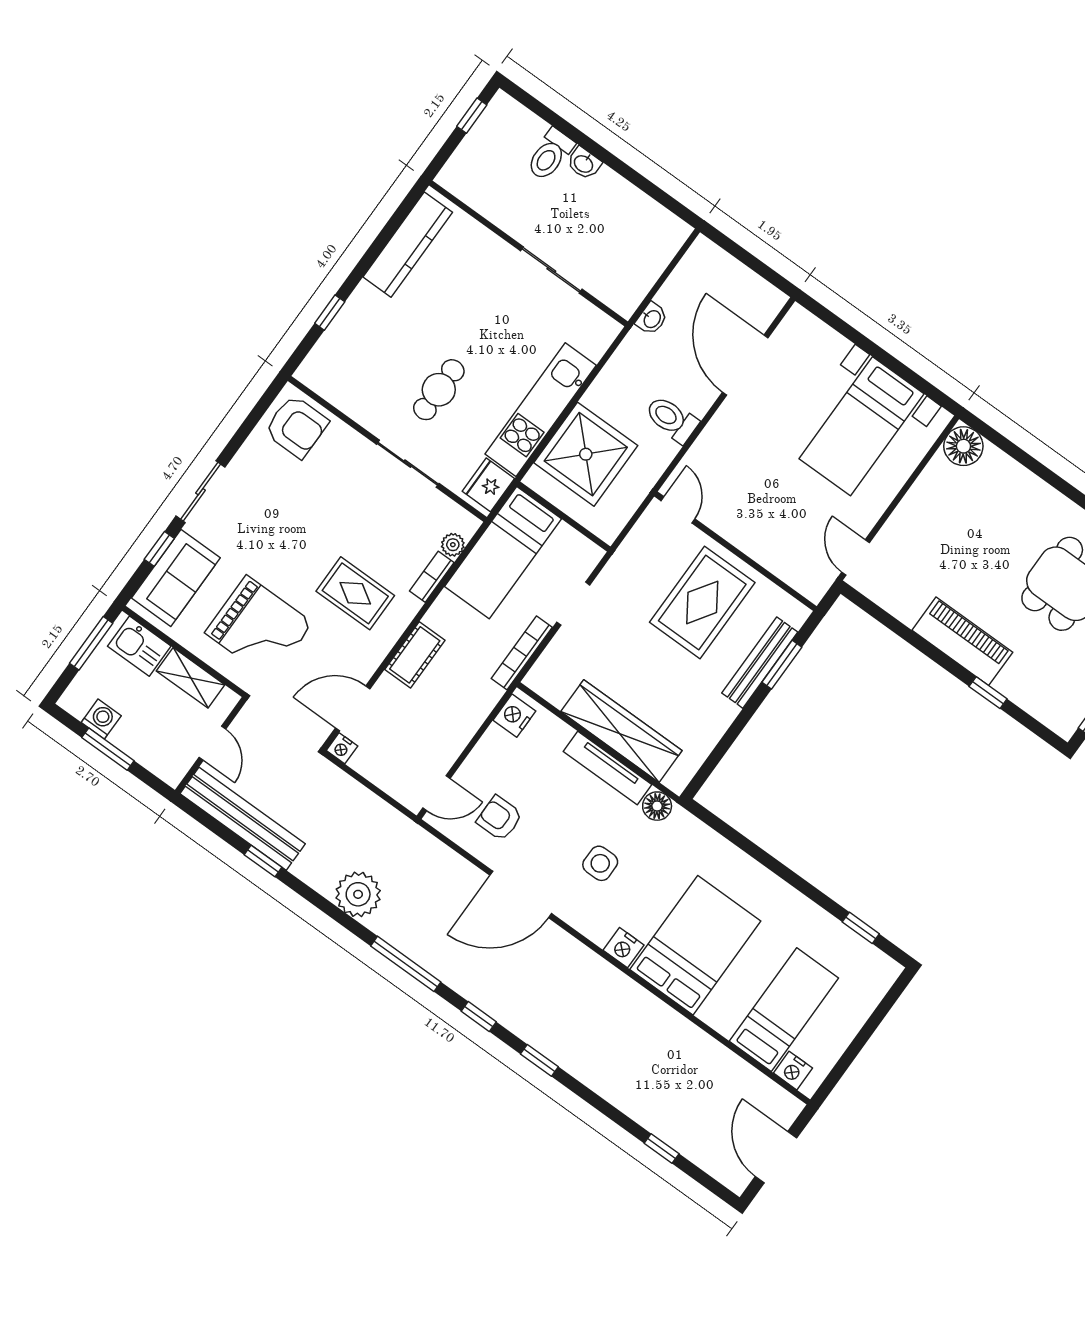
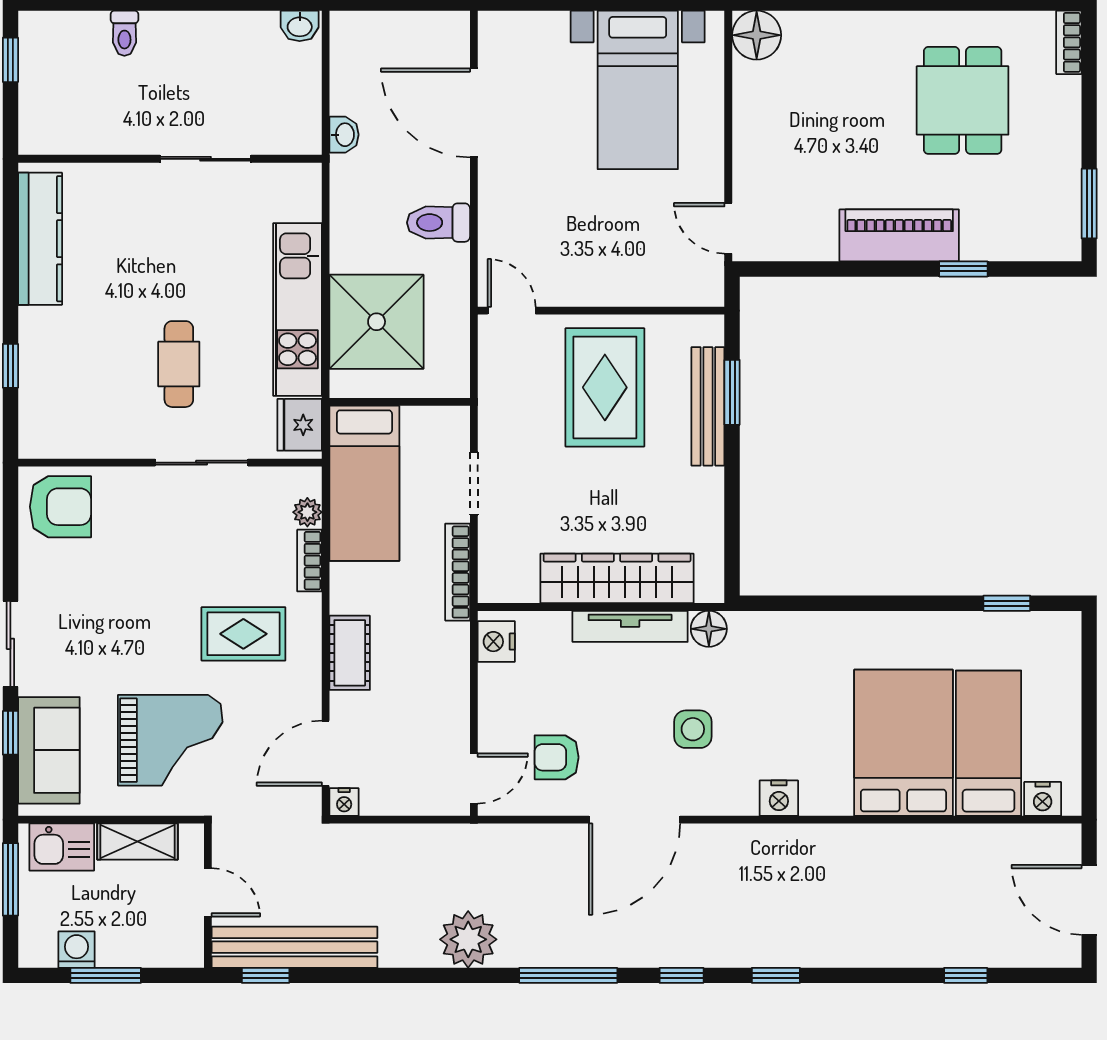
toilet: (550, 155) -> (124, 33), width x0.73, depth x0.72
washbasin: (584, 163) -> (300, 26), moved
window: (263, 861) -> (266, 975), moved
bed: (695, 945) -> (903, 743), moved

